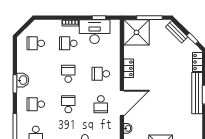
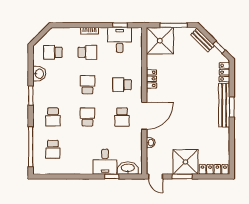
desk: (95, 32) -> (120, 40), width x0.73
school desk: (68, 43) -> (87, 52), turned 180
washbasin: (23, 80) -> (39, 74), moved
school desk: (36, 104) -> (53, 117), turned -90

